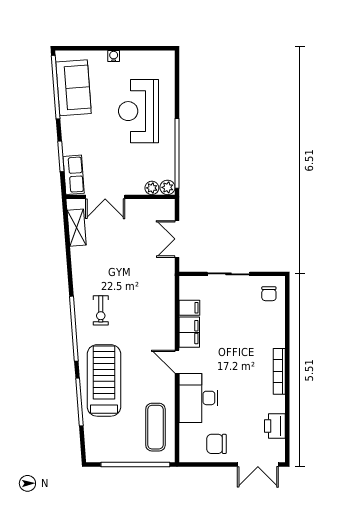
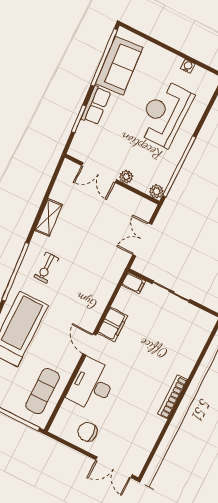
water cooler: (114, 56) -> (188, 66), moved
row of seats: (74, 175) -> (96, 105), moved
plant: (152, 188) -> (126, 177), moved
shelving: (77, 228) -> (49, 217), moved
chair: (269, 294) -> (197, 326), removed
filing cabinet: (189, 308) -> (134, 283), moved
printer: (275, 426) -> (145, 442), removed

